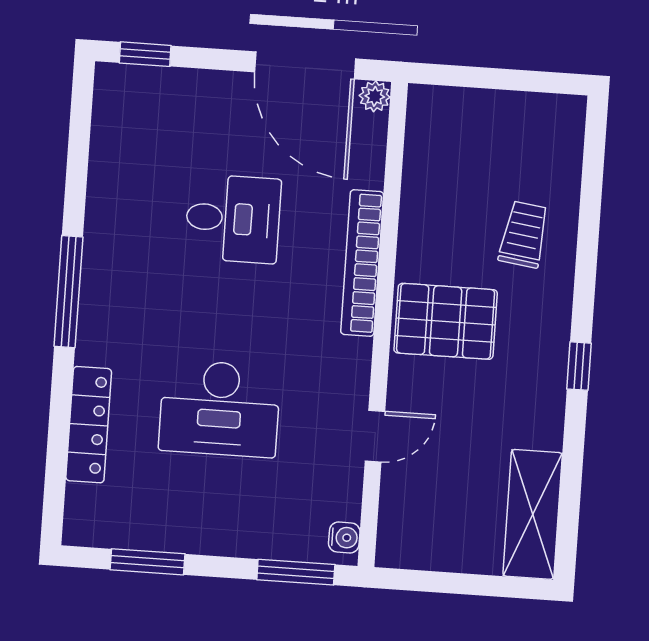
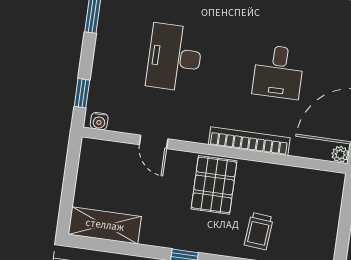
trolley: (524, 234) -> (259, 231), turned 87
window: (296, 572) -> (82, 93), width x0.67

